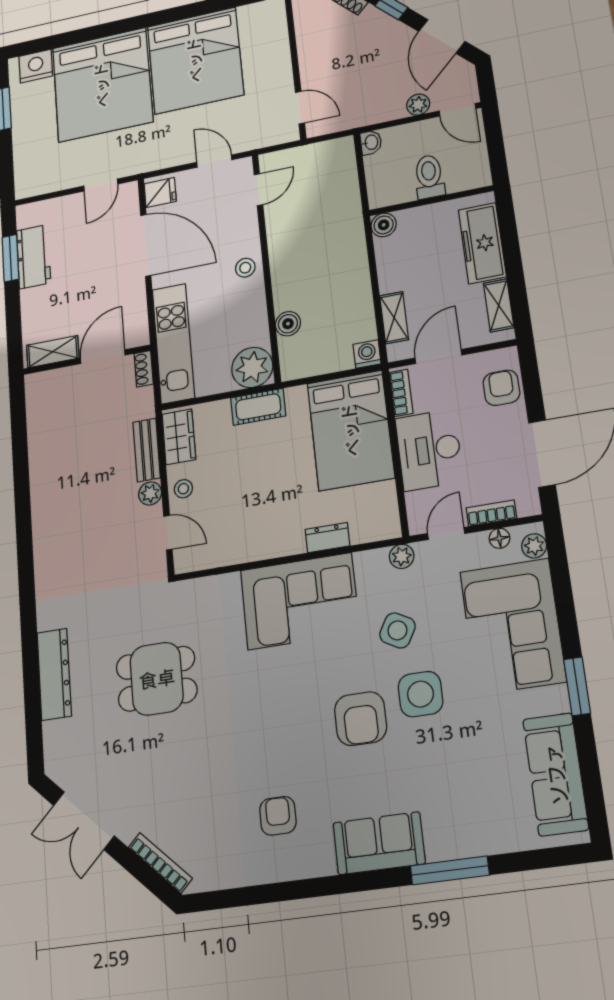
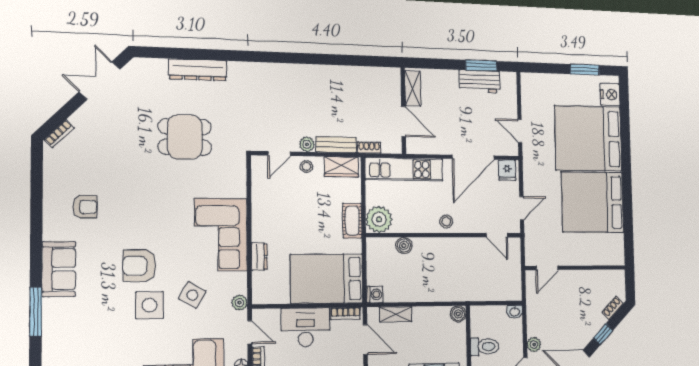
shoe rack: (144, 369) -> (369, 148), moved
dining table: (157, 679) -> (185, 137), turned 90
bookcase: (160, 863) -> (59, 134), width x0.64

